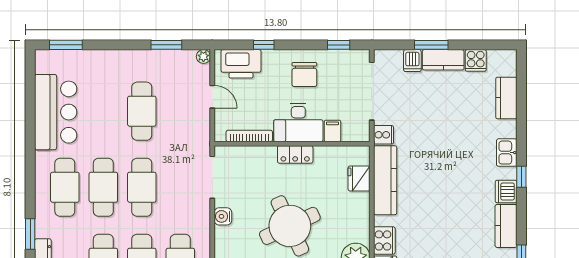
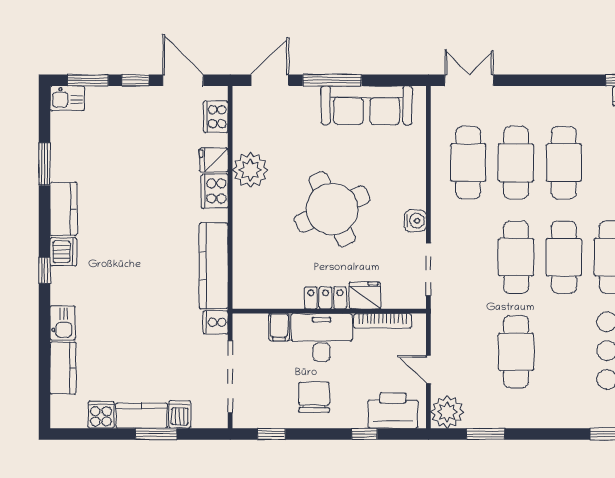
plant: (203, 56) -> (447, 412), width x1.88, depth x1.88
kitchen sink: (507, 153) -> (63, 323), moved
fridge: (359, 178) -> (365, 295), moved, turned -90

